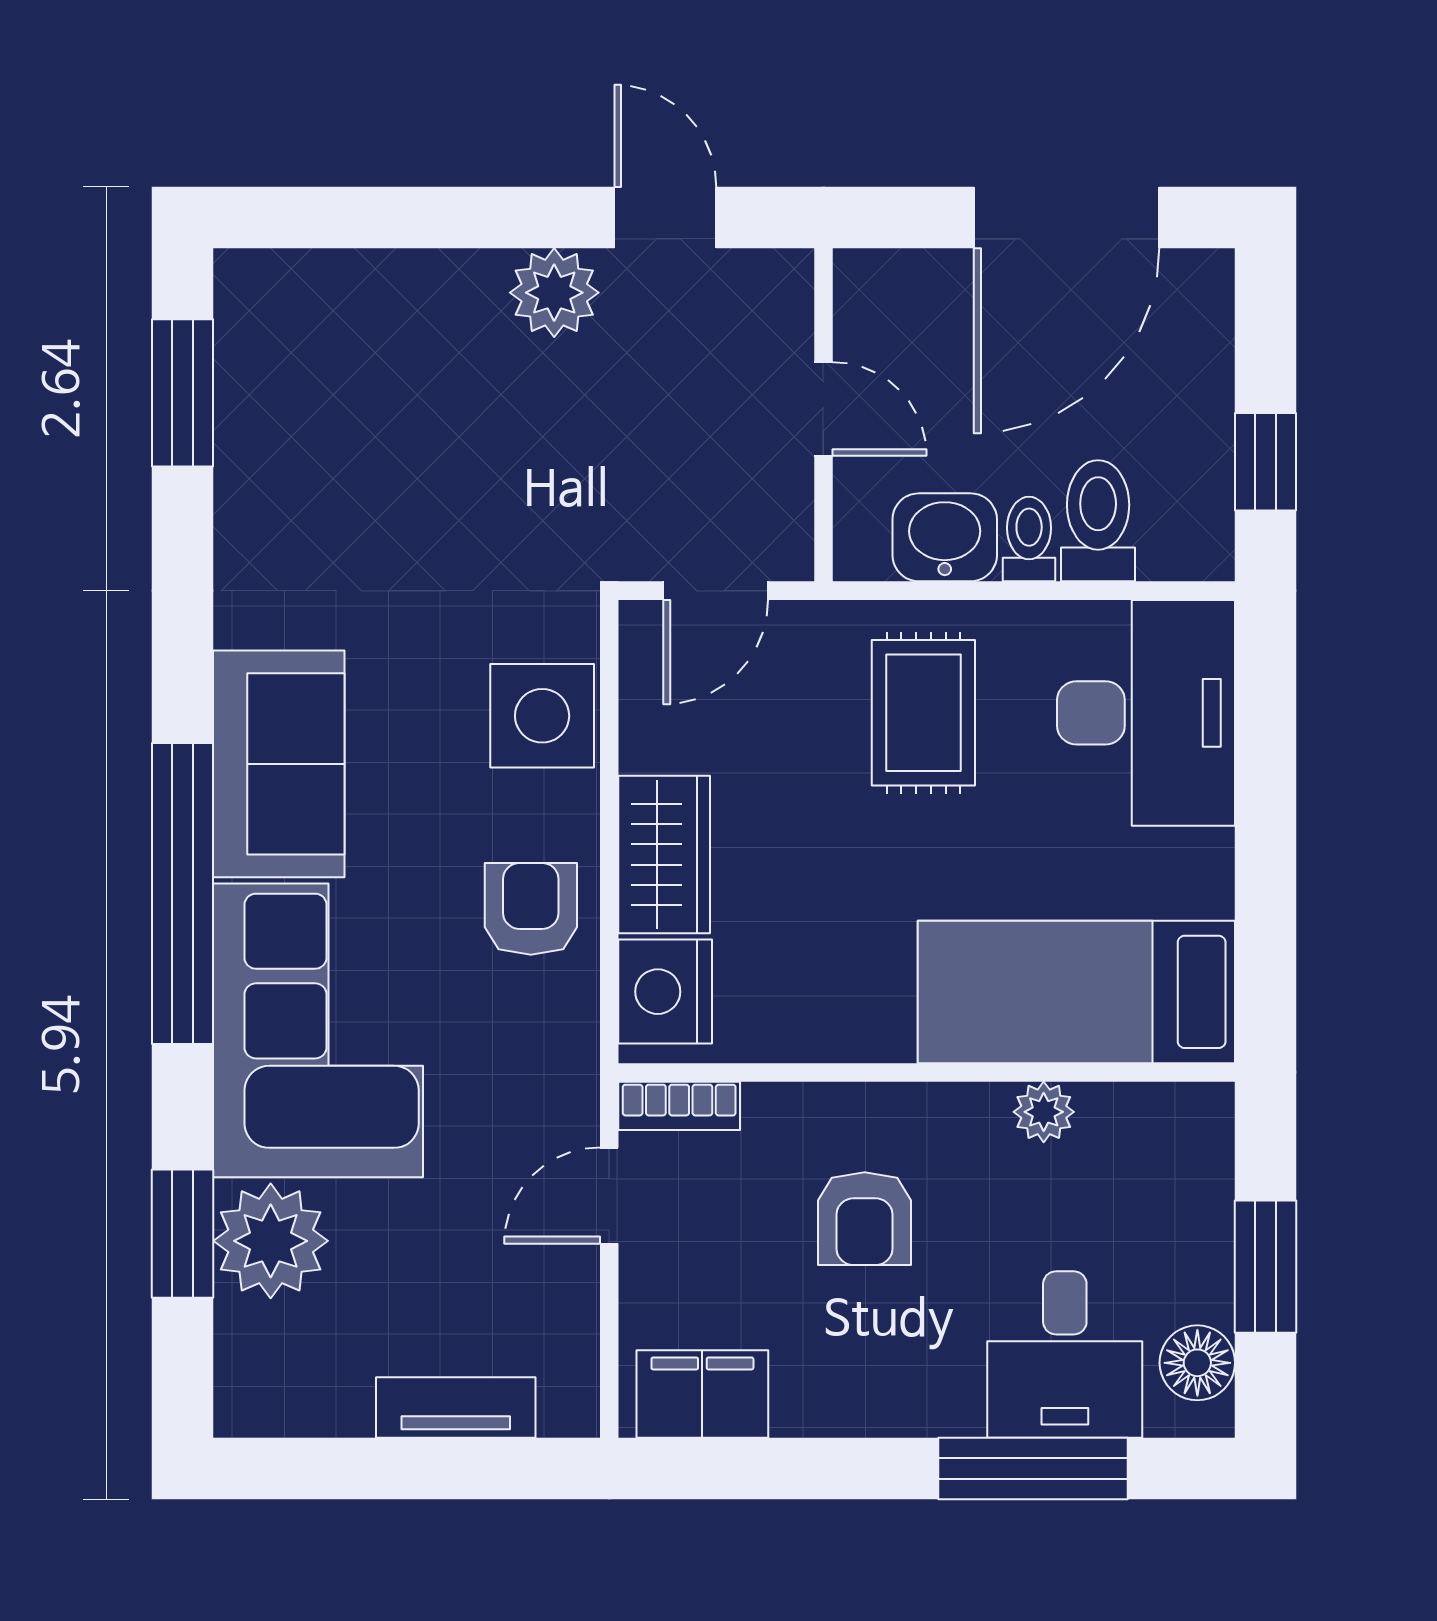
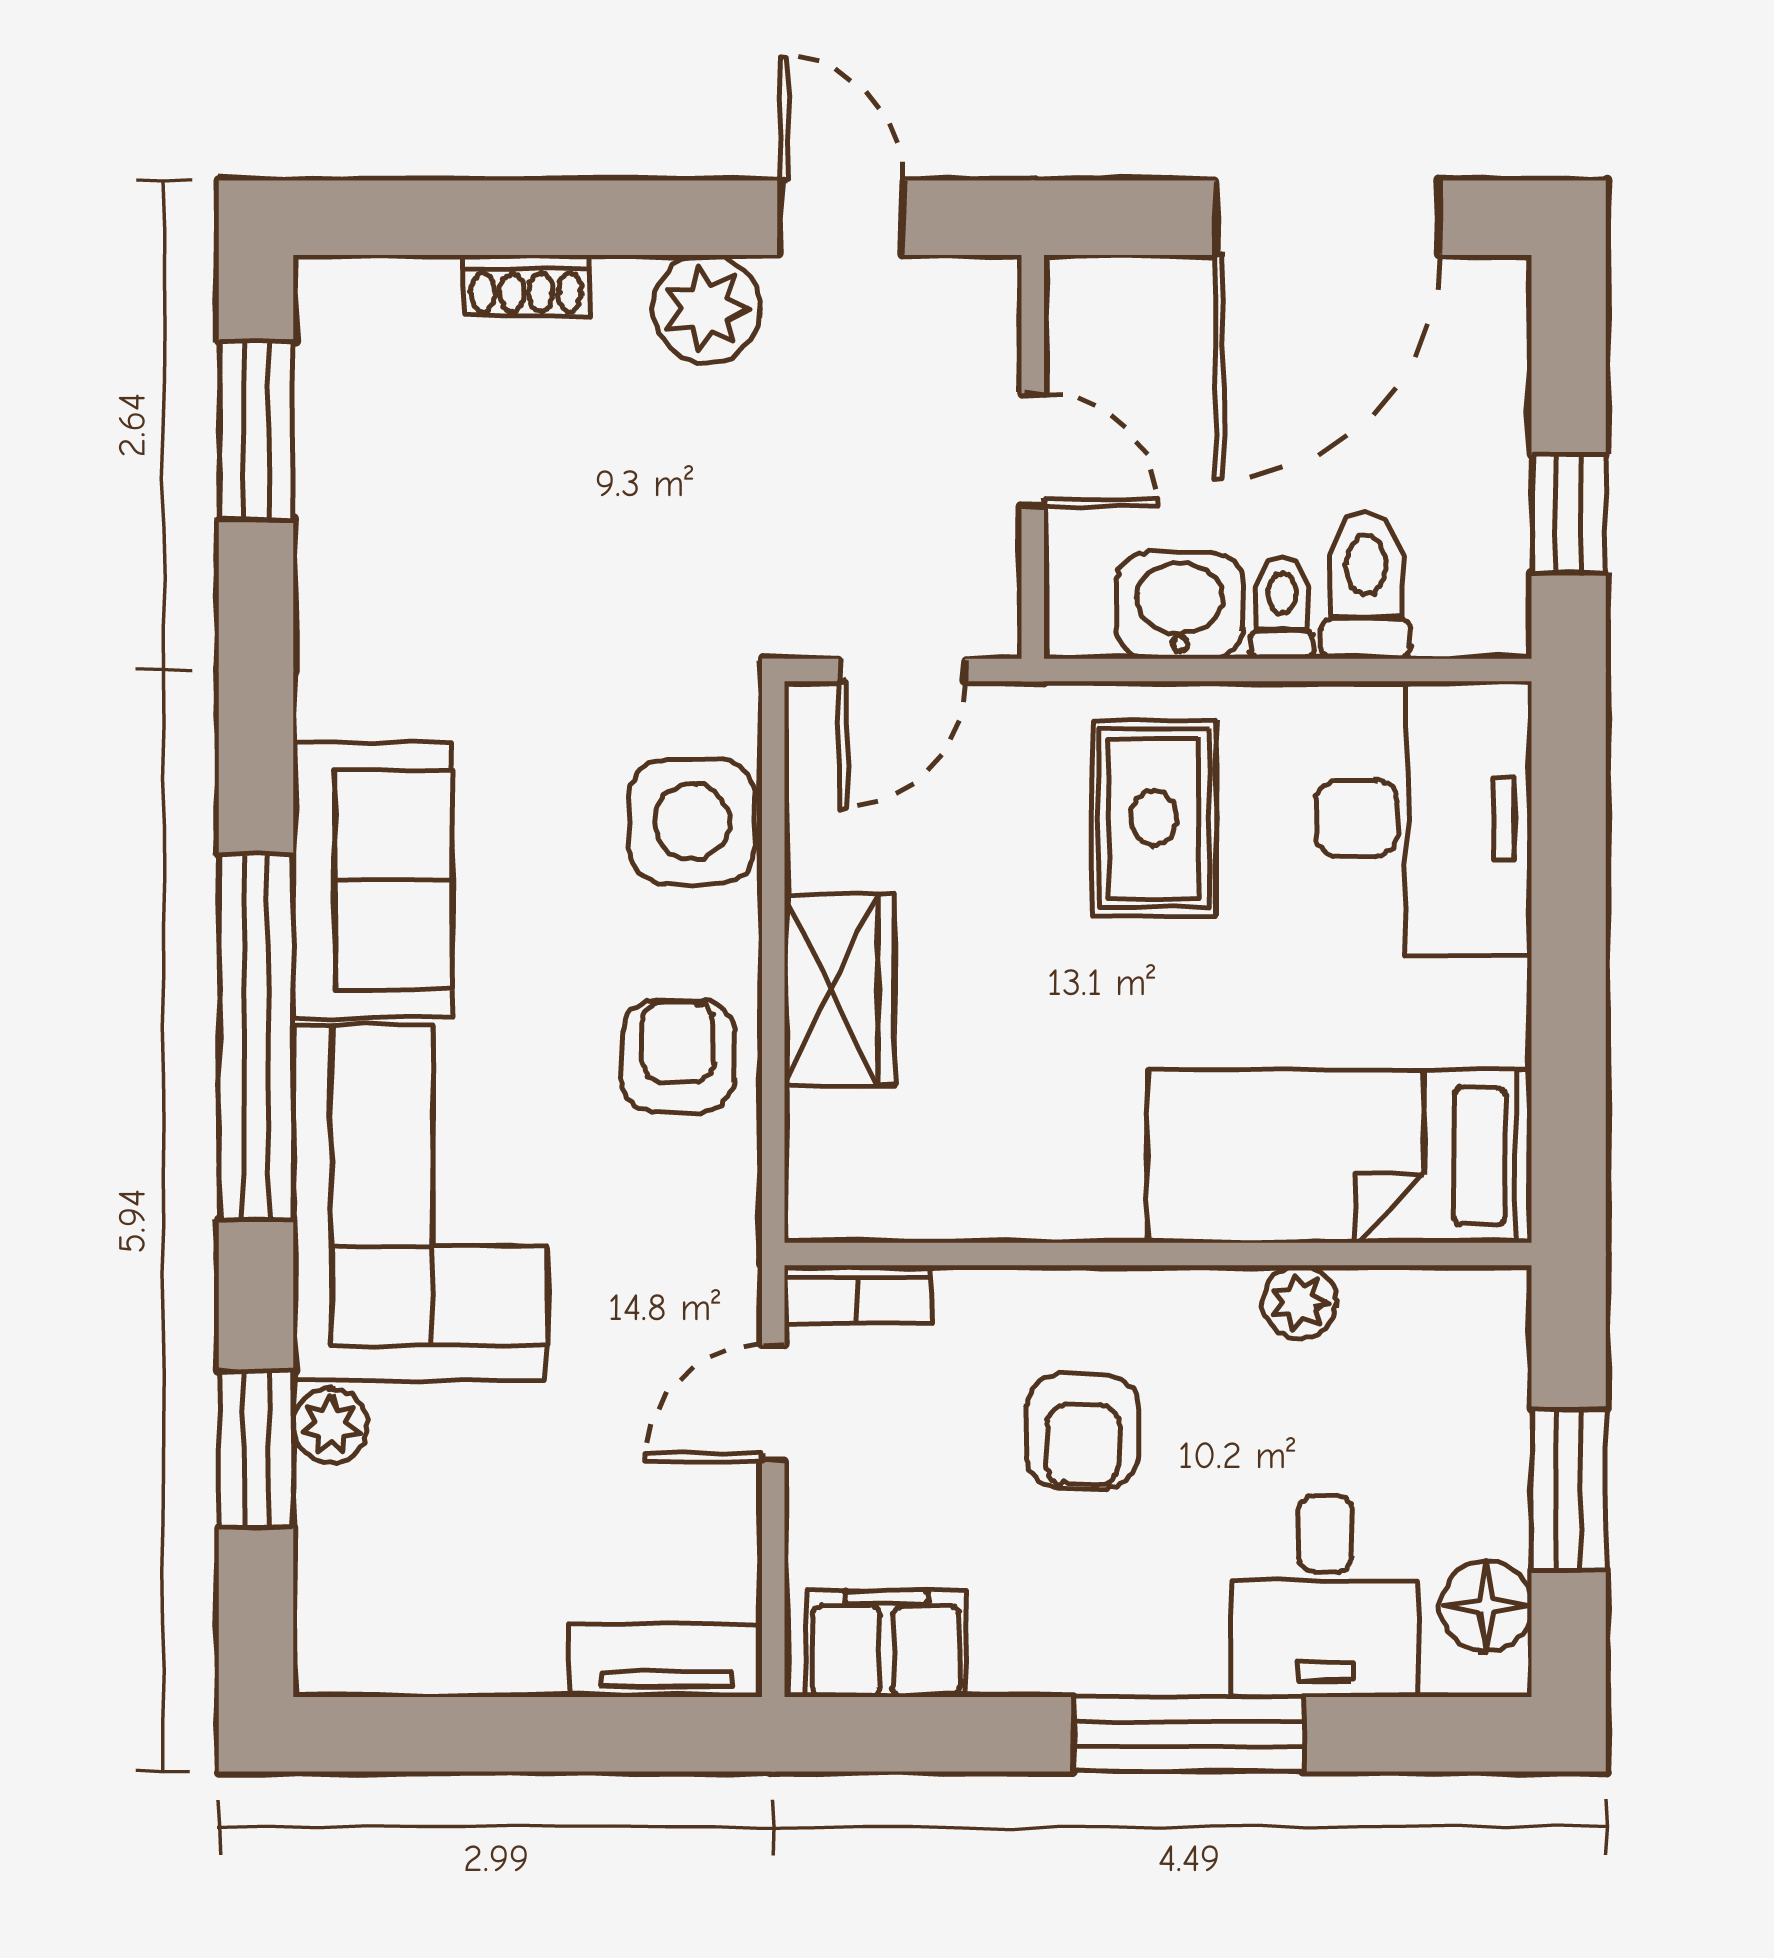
shoe rack: (406, 273) -> (527, 285), added
nightstand: (665, 992) -> (841, 1156), removed
plant: (271, 1241) -> (330, 1426), width x0.53, depth x0.53
tv unit: (456, 1408) -> (666, 1660), moved
window: (1033, 1469) -> (1189, 1734), moved

